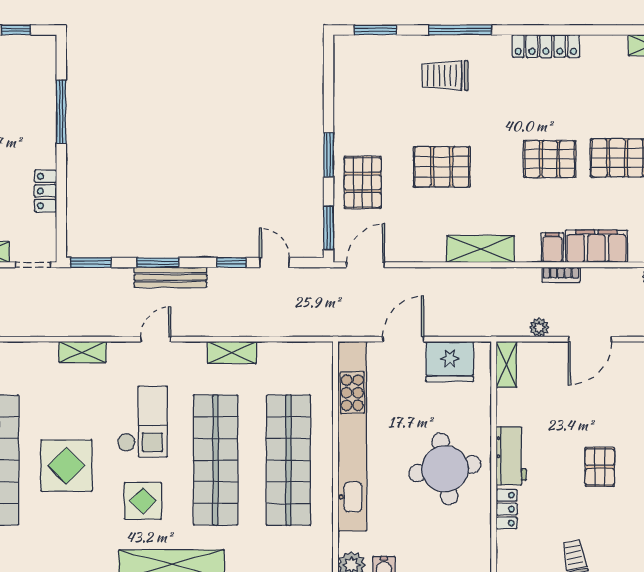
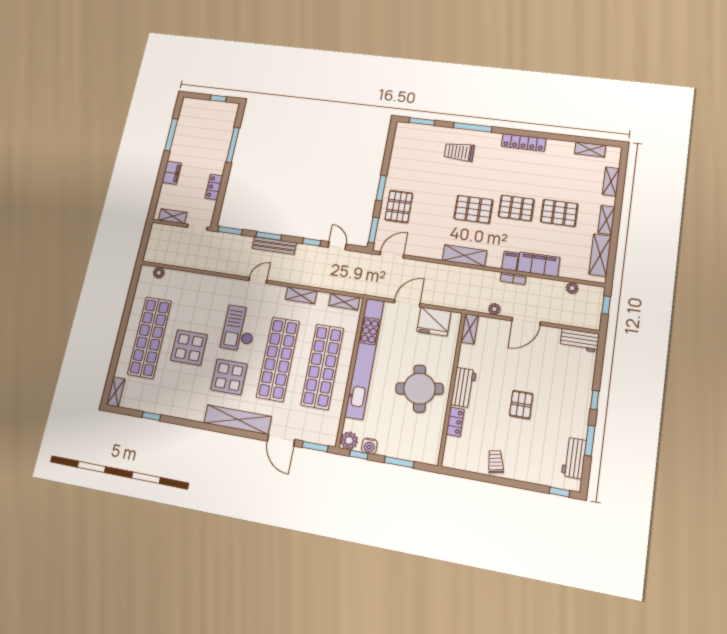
pallet: (442, 167) -> (473, 209), moved
shelving: (82, 352) -> (344, 302), moved
checkout: (142, 422) -> (239, 328), turned 180
display table: (143, 501) -> (229, 377), width x1.36, depth x1.36

